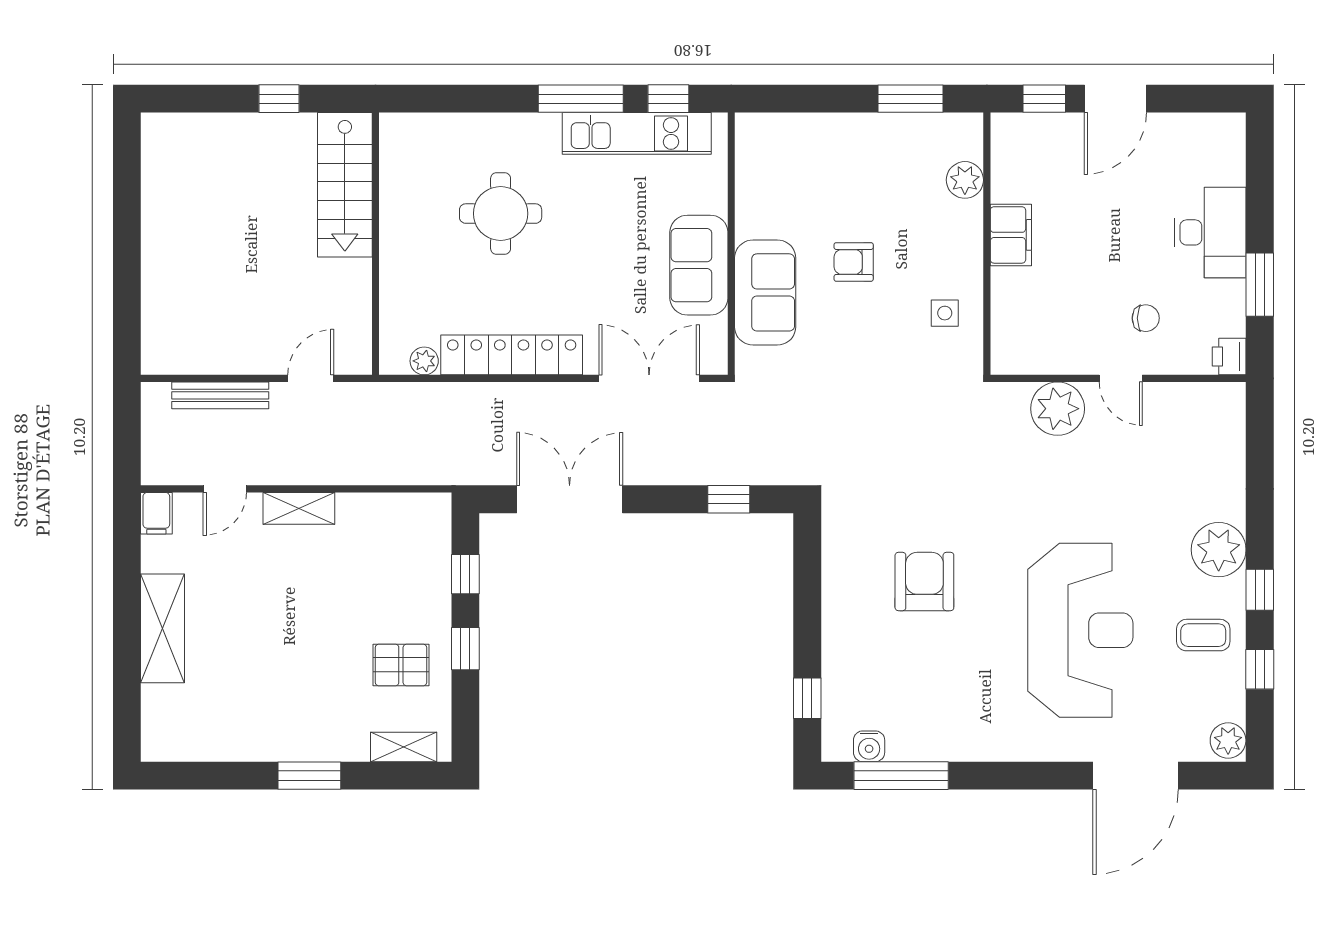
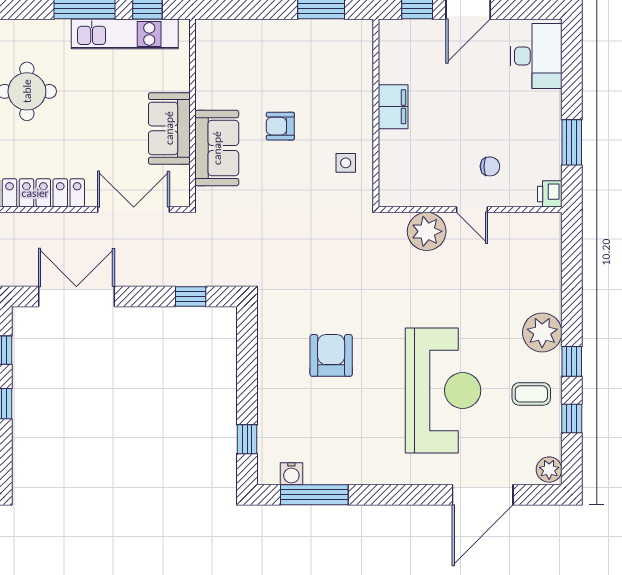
plant: (965, 180) -> (360, 67), removed
desk: (1210, 232) -> (536, 56), moved

